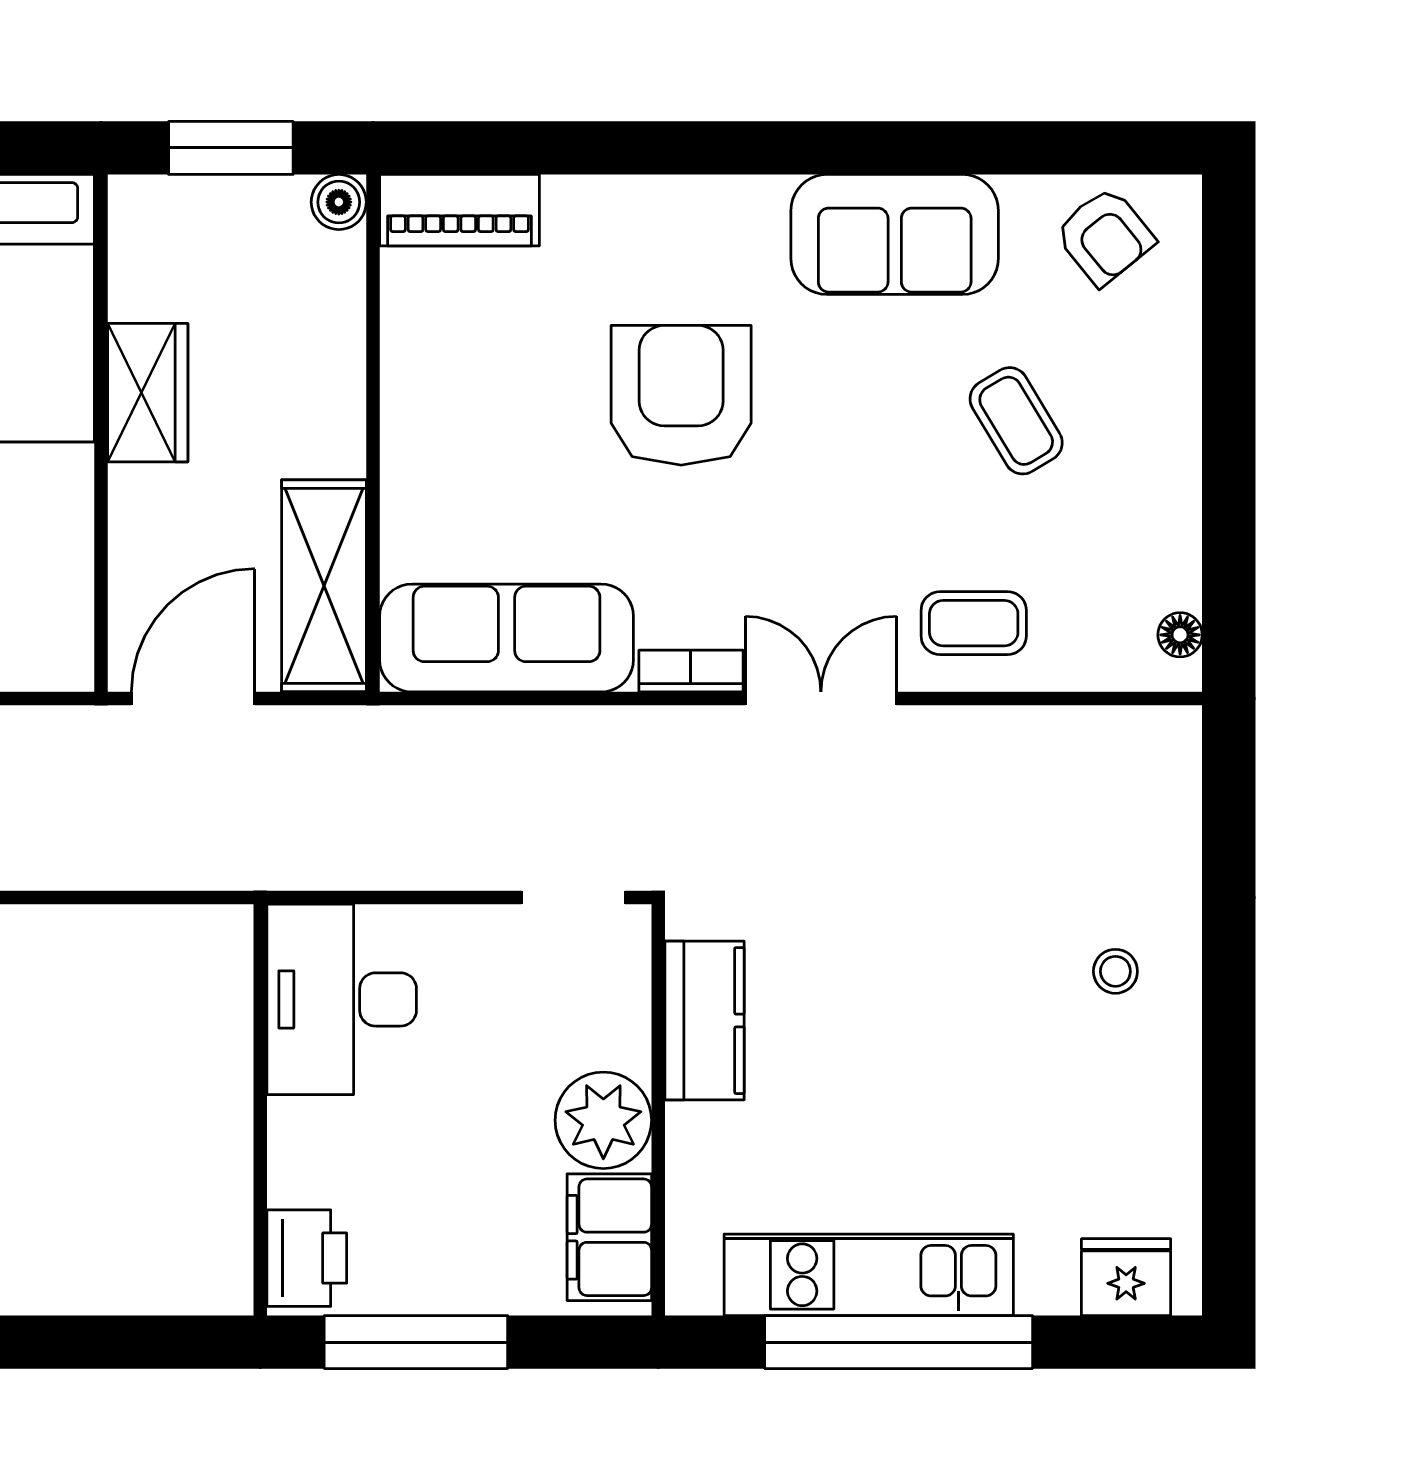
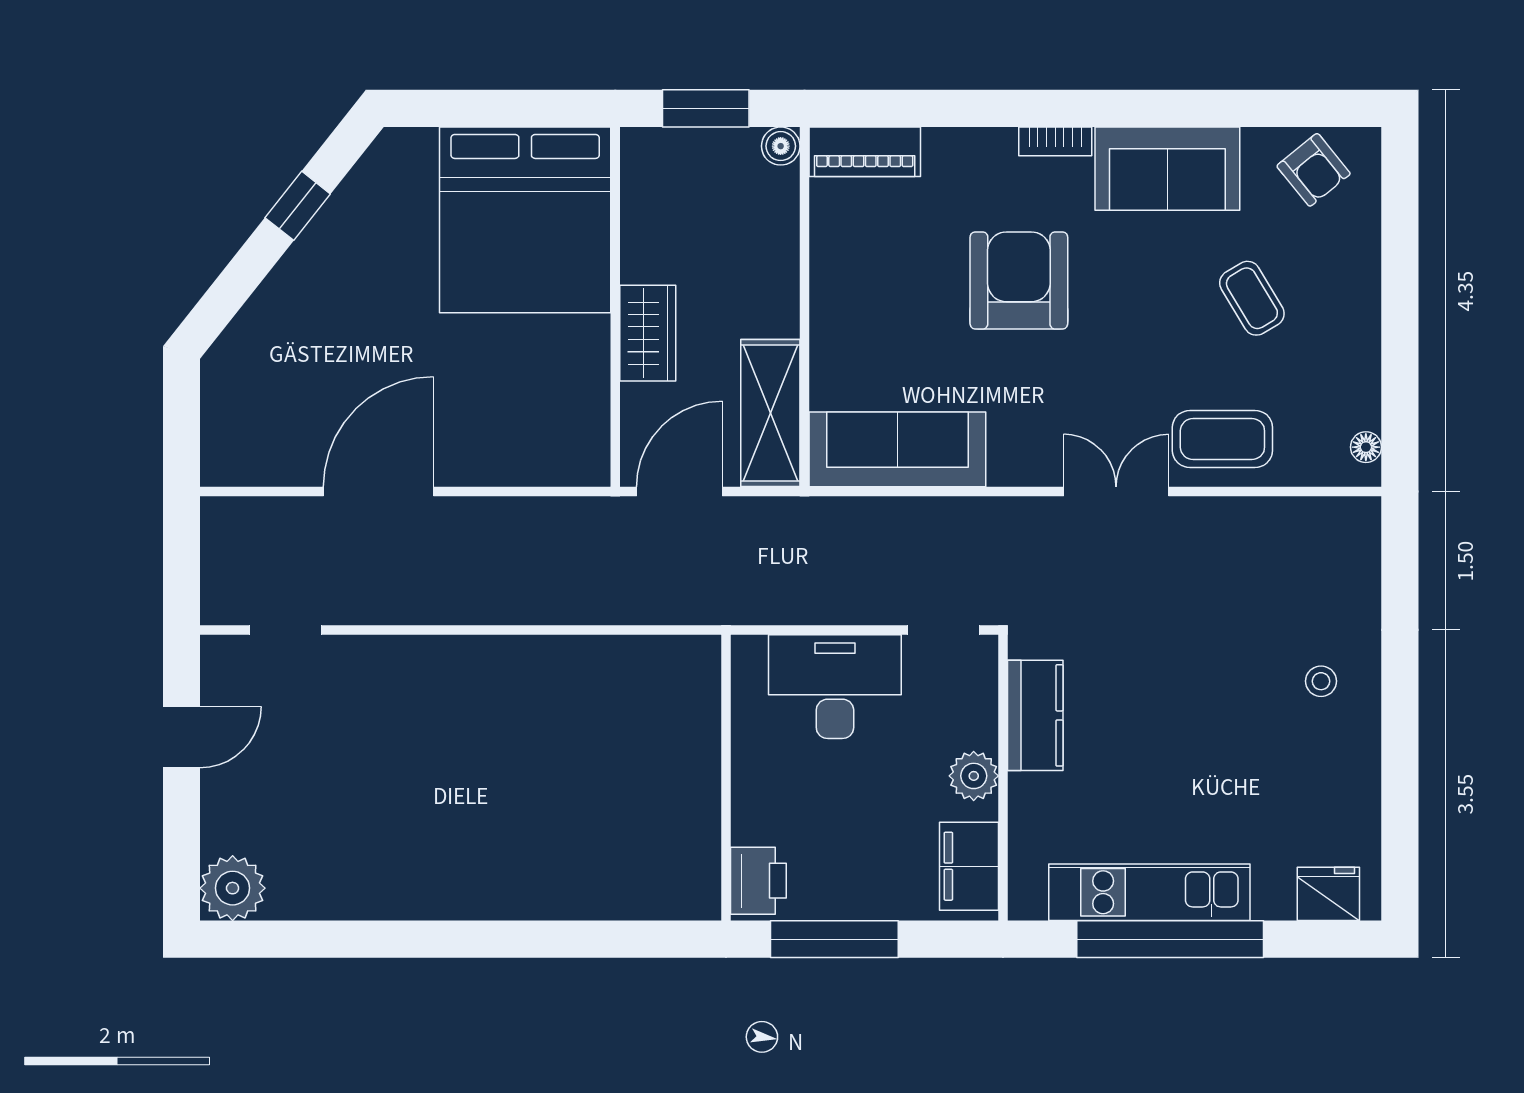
wardrobe: (148, 393) -> (648, 333), moved
coffee table: (974, 623) -> (1222, 439), width x1.36, depth x1.30
bookcase: (691, 671) -> (1055, 141), moved, turned 180
desk: (342, 999) -> (835, 687), moved, turned 90
plant: (603, 1120) -> (974, 776), width x0.73, depth x0.73

